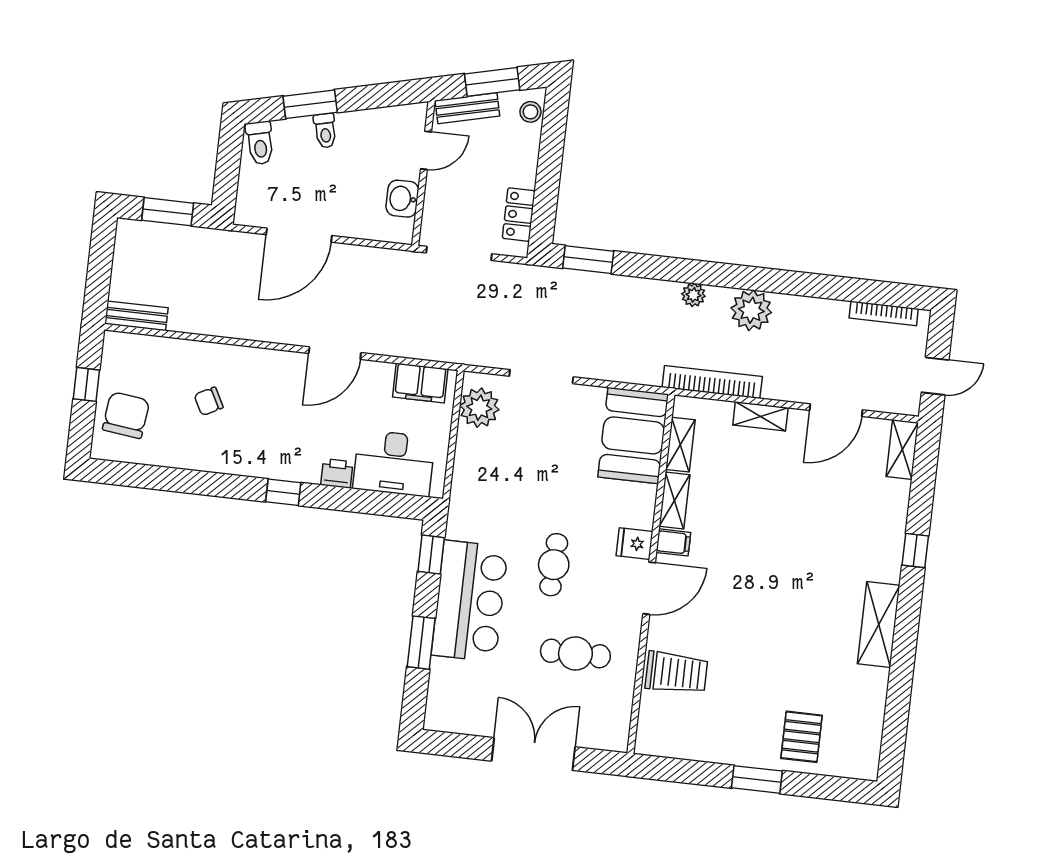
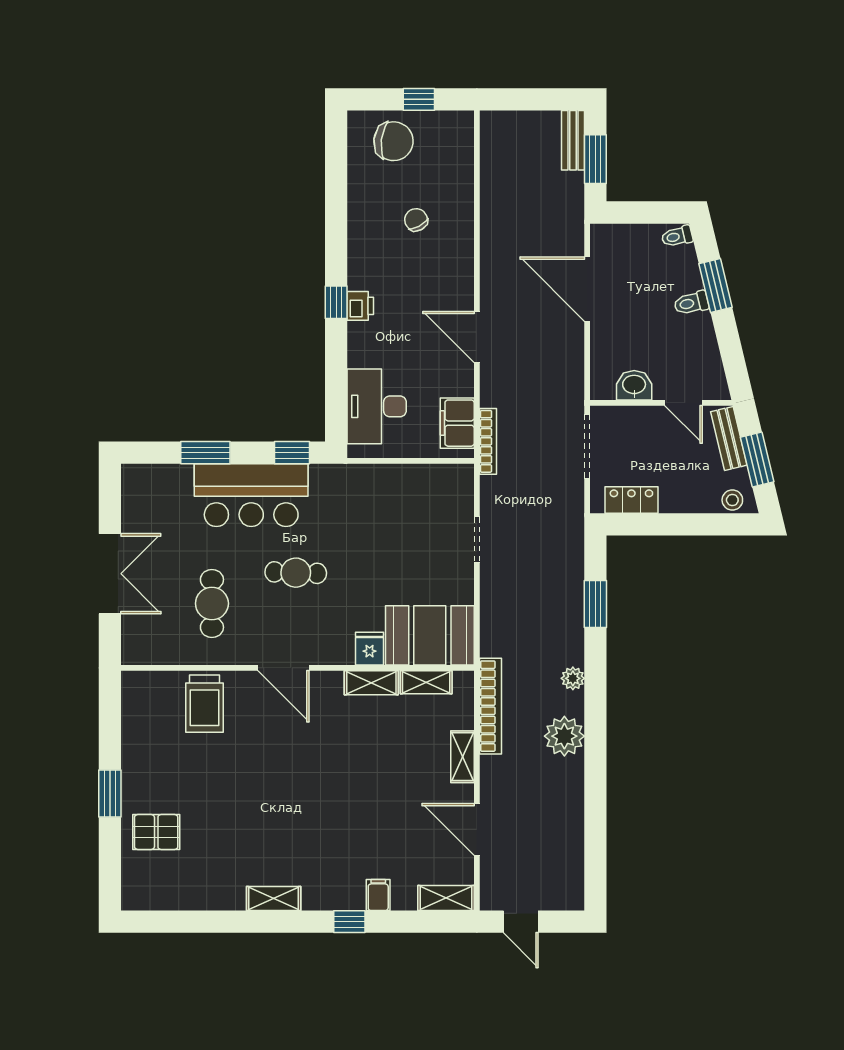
toilet: (260, 143) -> (677, 236), width x0.73, depth x0.72
window: (588, 260) -> (595, 604), moved
bookcase: (884, 313) -> (488, 441), moved, turned 180
bench: (136, 316) -> (573, 140), moved
doorway: (541, 377) -> (477, 540), width x0.73
plant: (479, 408) -> (440, 483), removed
printer: (337, 473) -> (360, 306), moved
filing cabinet: (673, 542) -> (378, 895), moved, turned 180
fridge: (634, 544) -> (370, 649), moved
shelving: (879, 625) -> (274, 898), width x0.67, depth x0.75

